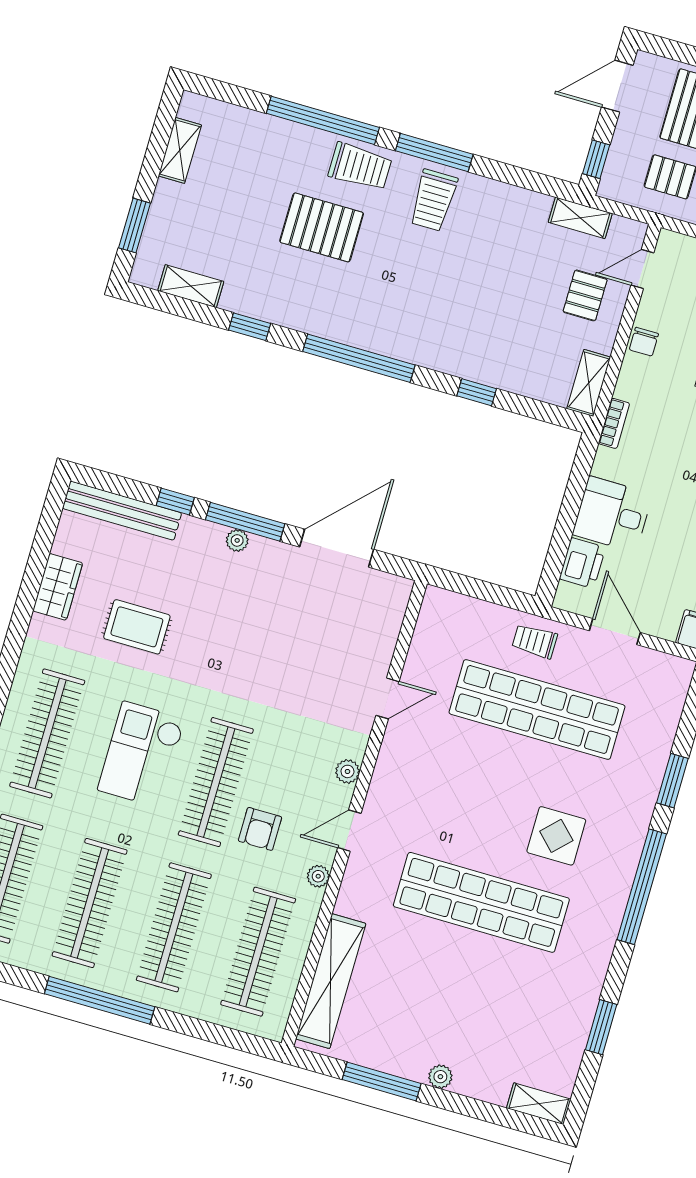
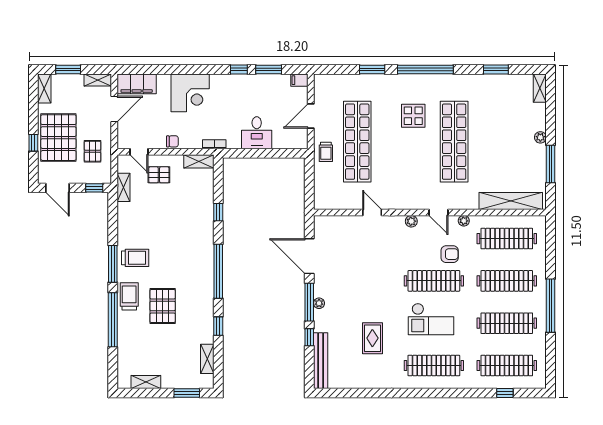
printer: (582, 563) -> (283, 140), removed
wardrobe: (58, 587) -> (365, 380), removed

